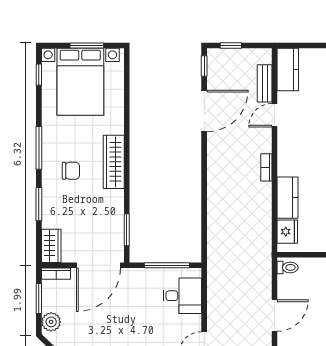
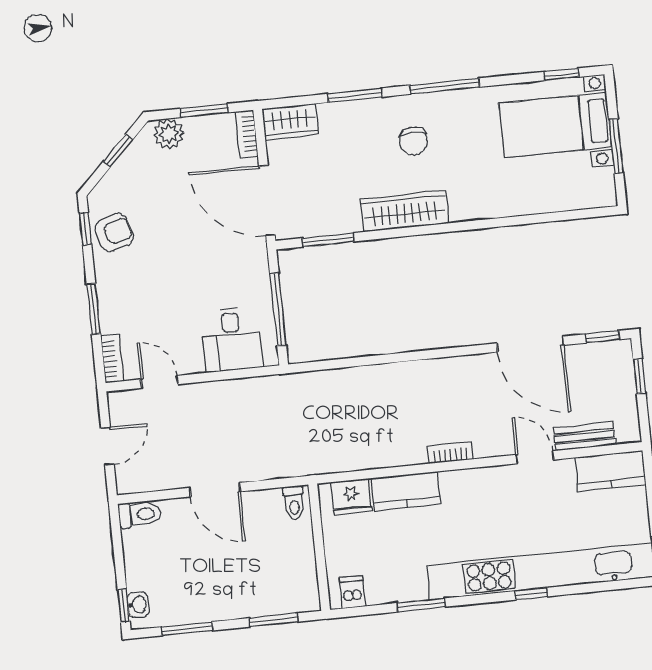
bed with nightstands: (80, 82) -> (555, 125), width x0.73
wardrobe: (114, 162) -> (404, 211), moved

